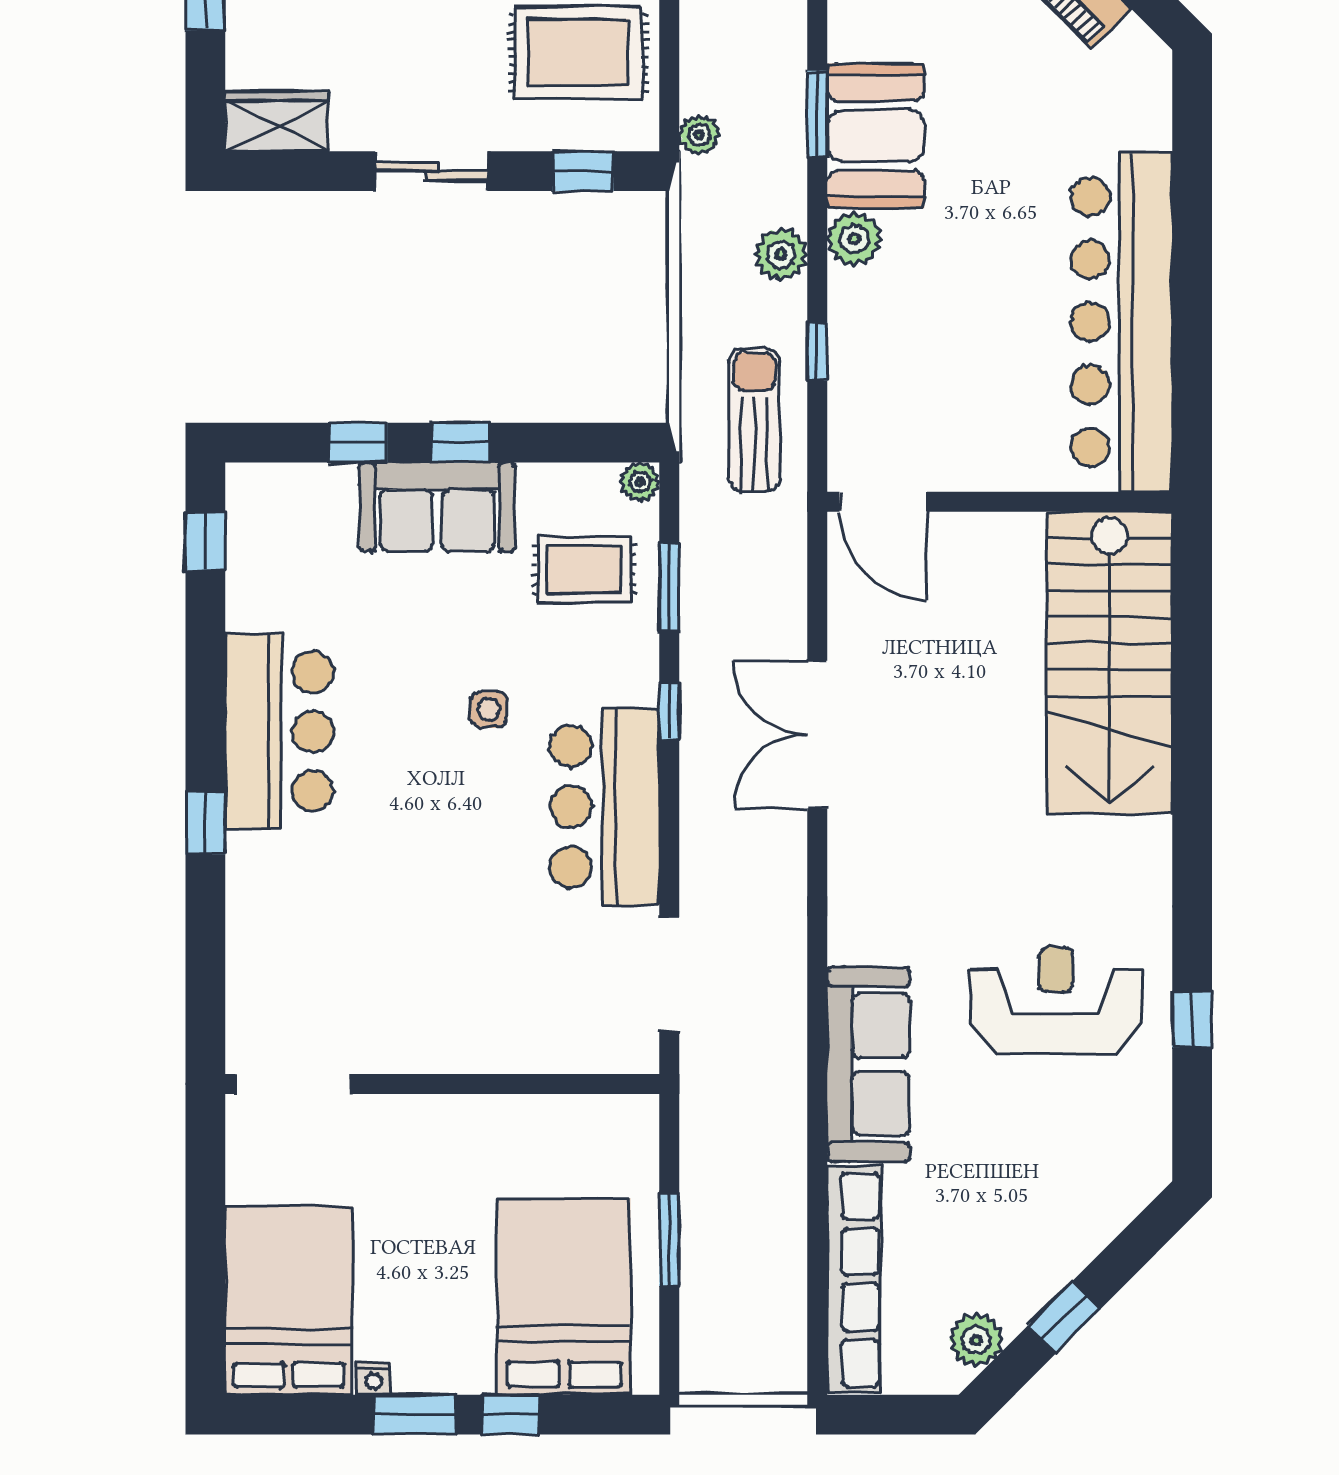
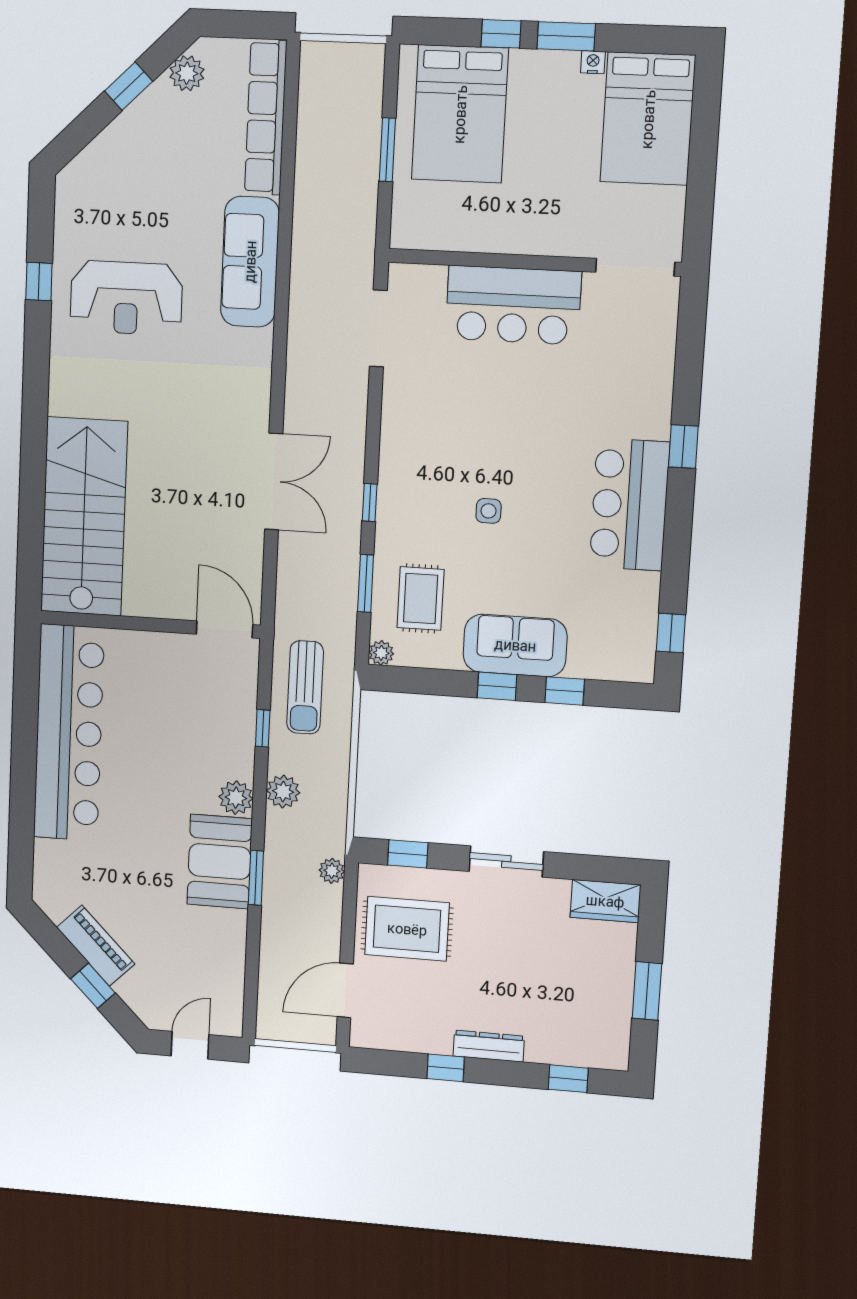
rug: (584, 569) -> (421, 599), turned 90
bar counter: (605, 807) -> (513, 305), moved, turned 90

